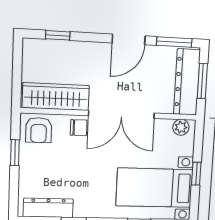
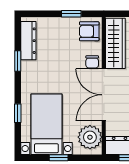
plant: (181, 127) -> (90, 137), width x1.87, depth x1.87

